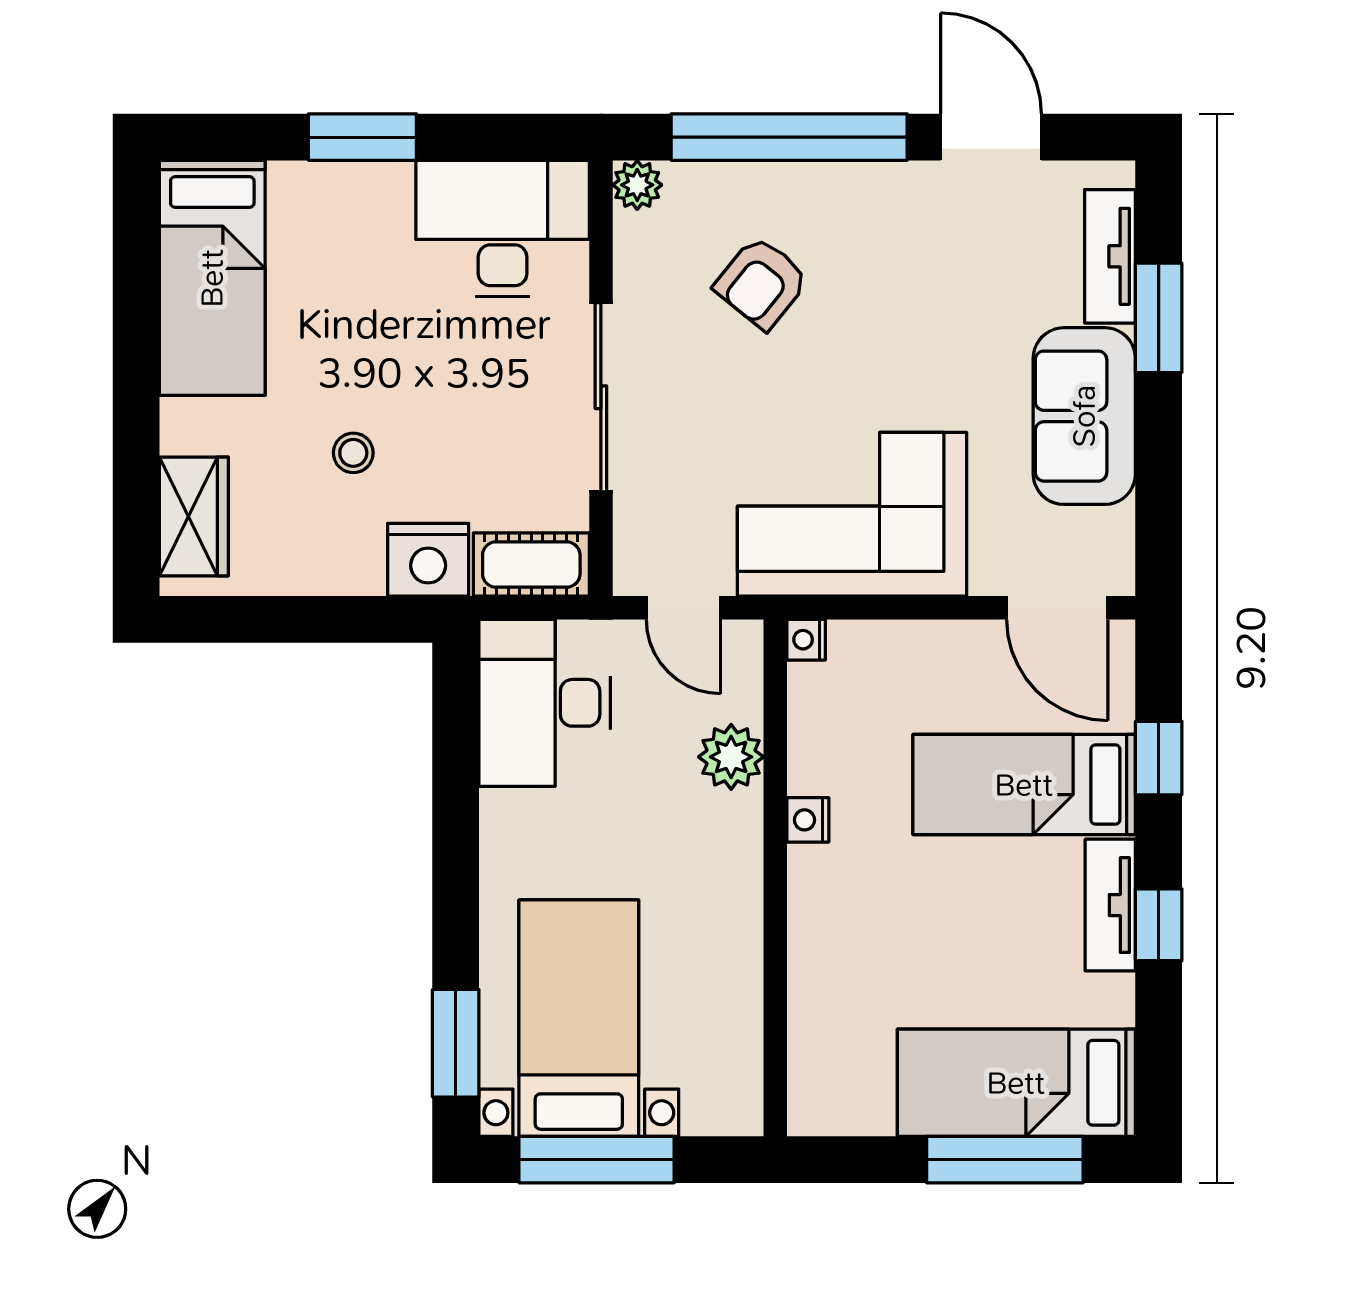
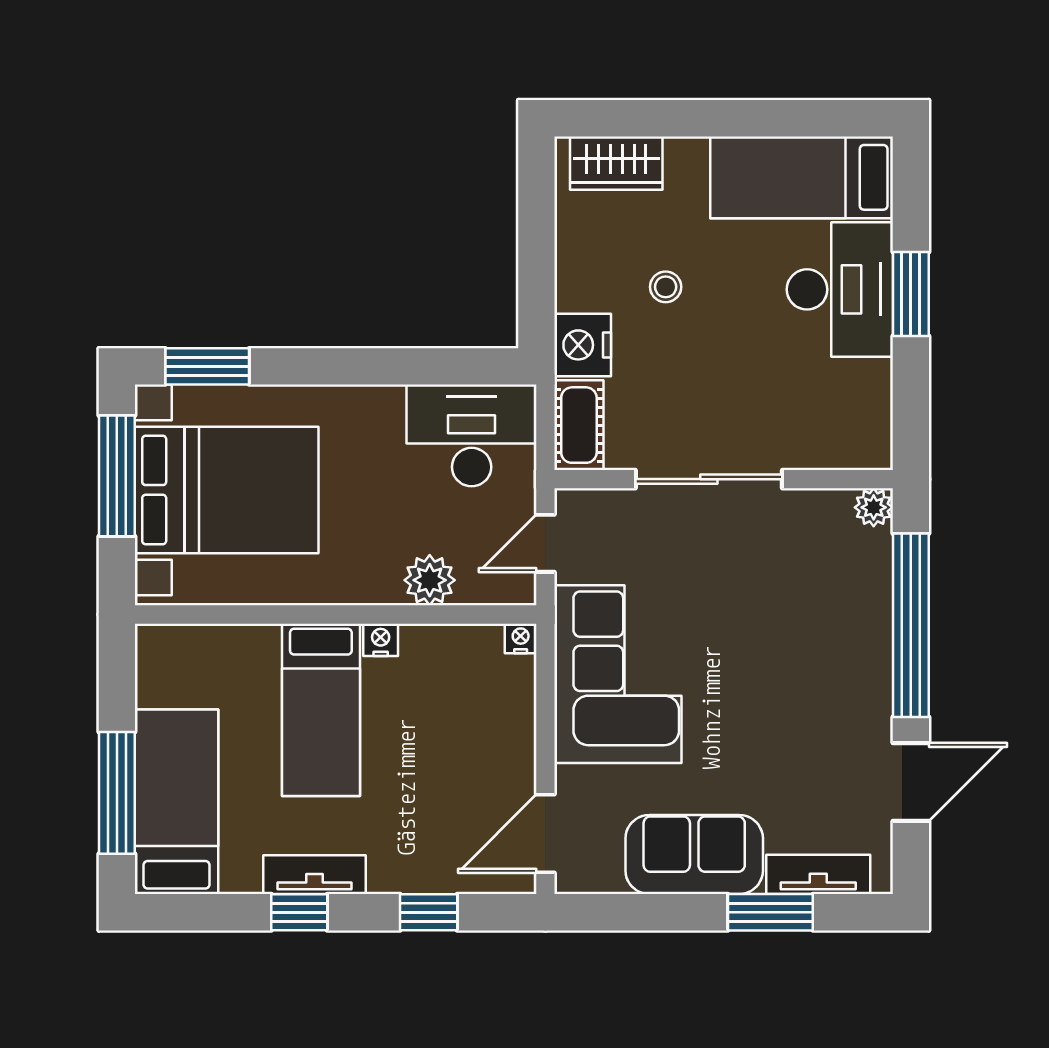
desk: (503, 228) -> (840, 289), moved
armchair: (762, 283) -> (798, 604), removed
bed: (1024, 785) -> (321, 710), moved, turned 180
bed with nightstands: (579, 1018) -> (227, 490), width x1.36

